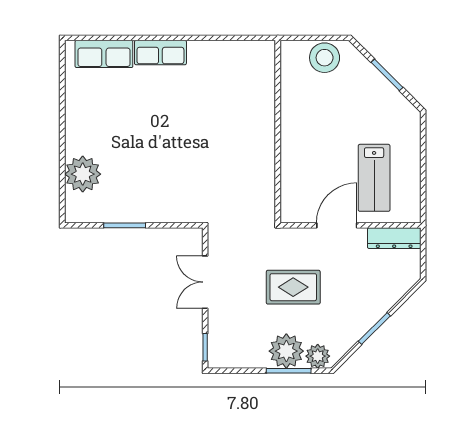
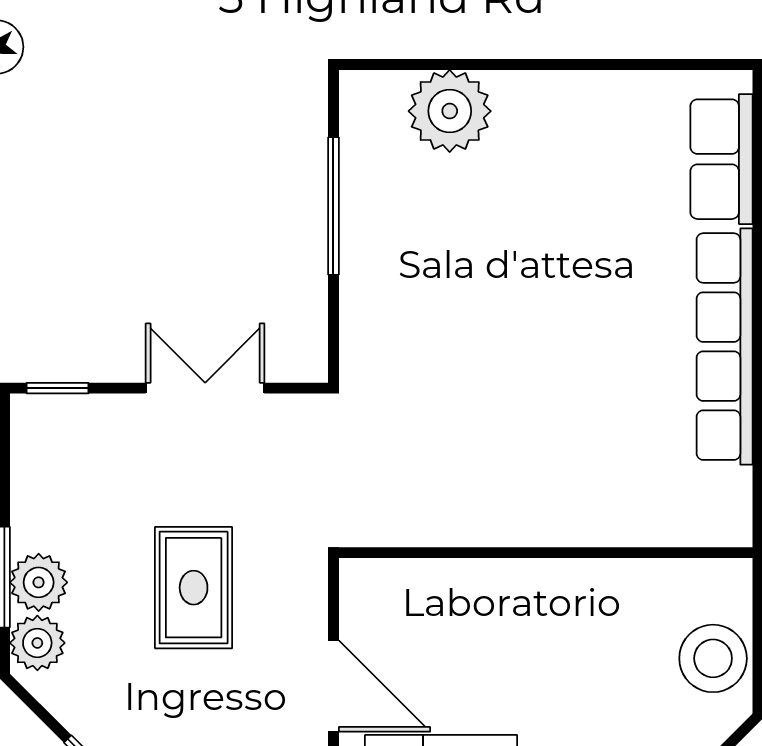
row of seats: (160, 53) -> (725, 347), width x2.02
window: (125, 225) -> (333, 206), width x1.44
plant: (286, 351) -> (39, 582), width x0.73, depth x0.73

